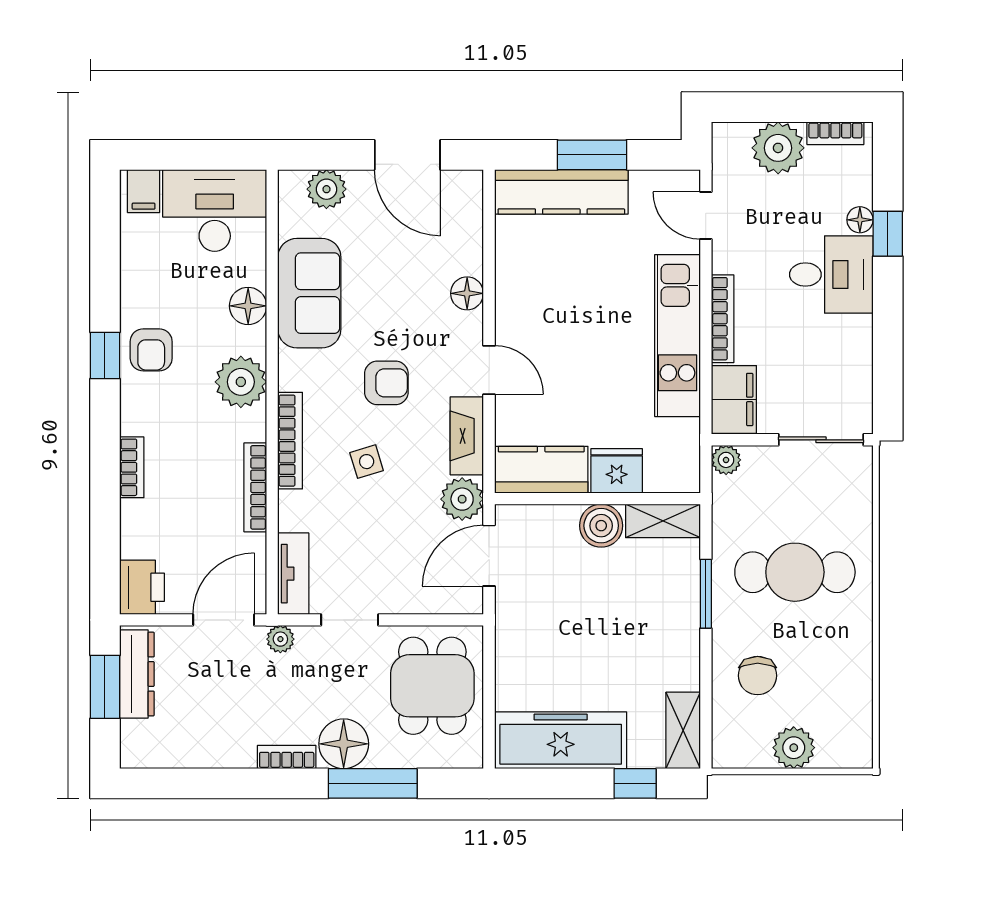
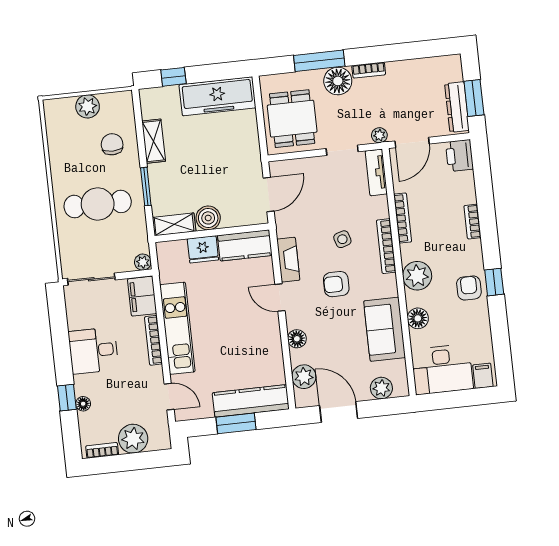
desk: (831, 275) -> (93, 351), moved
plant: (462, 499) -> (304, 377), moved
shelving: (683, 730) -> (154, 141), moved

